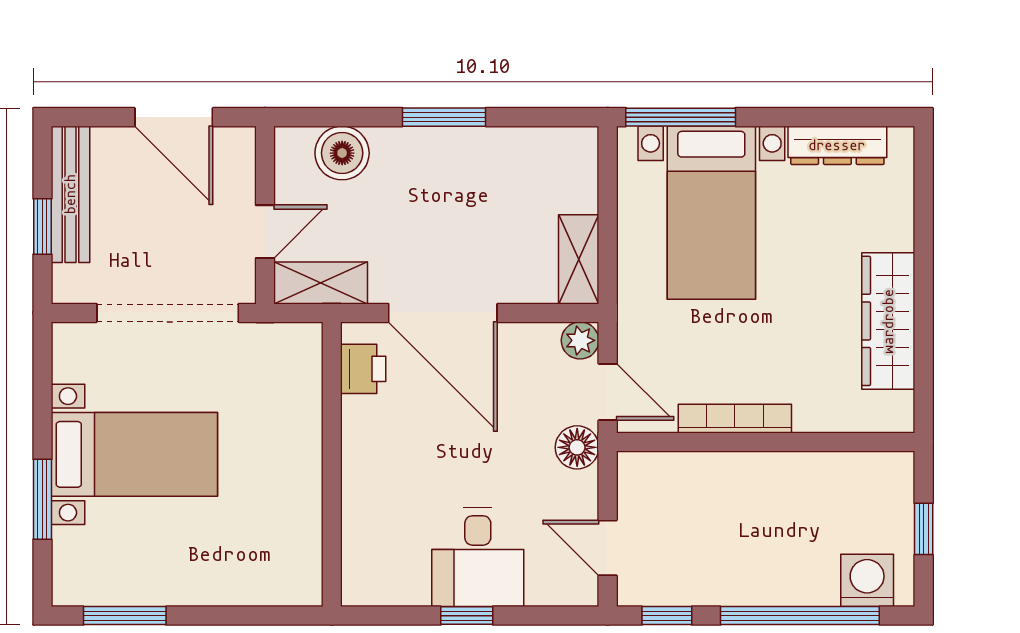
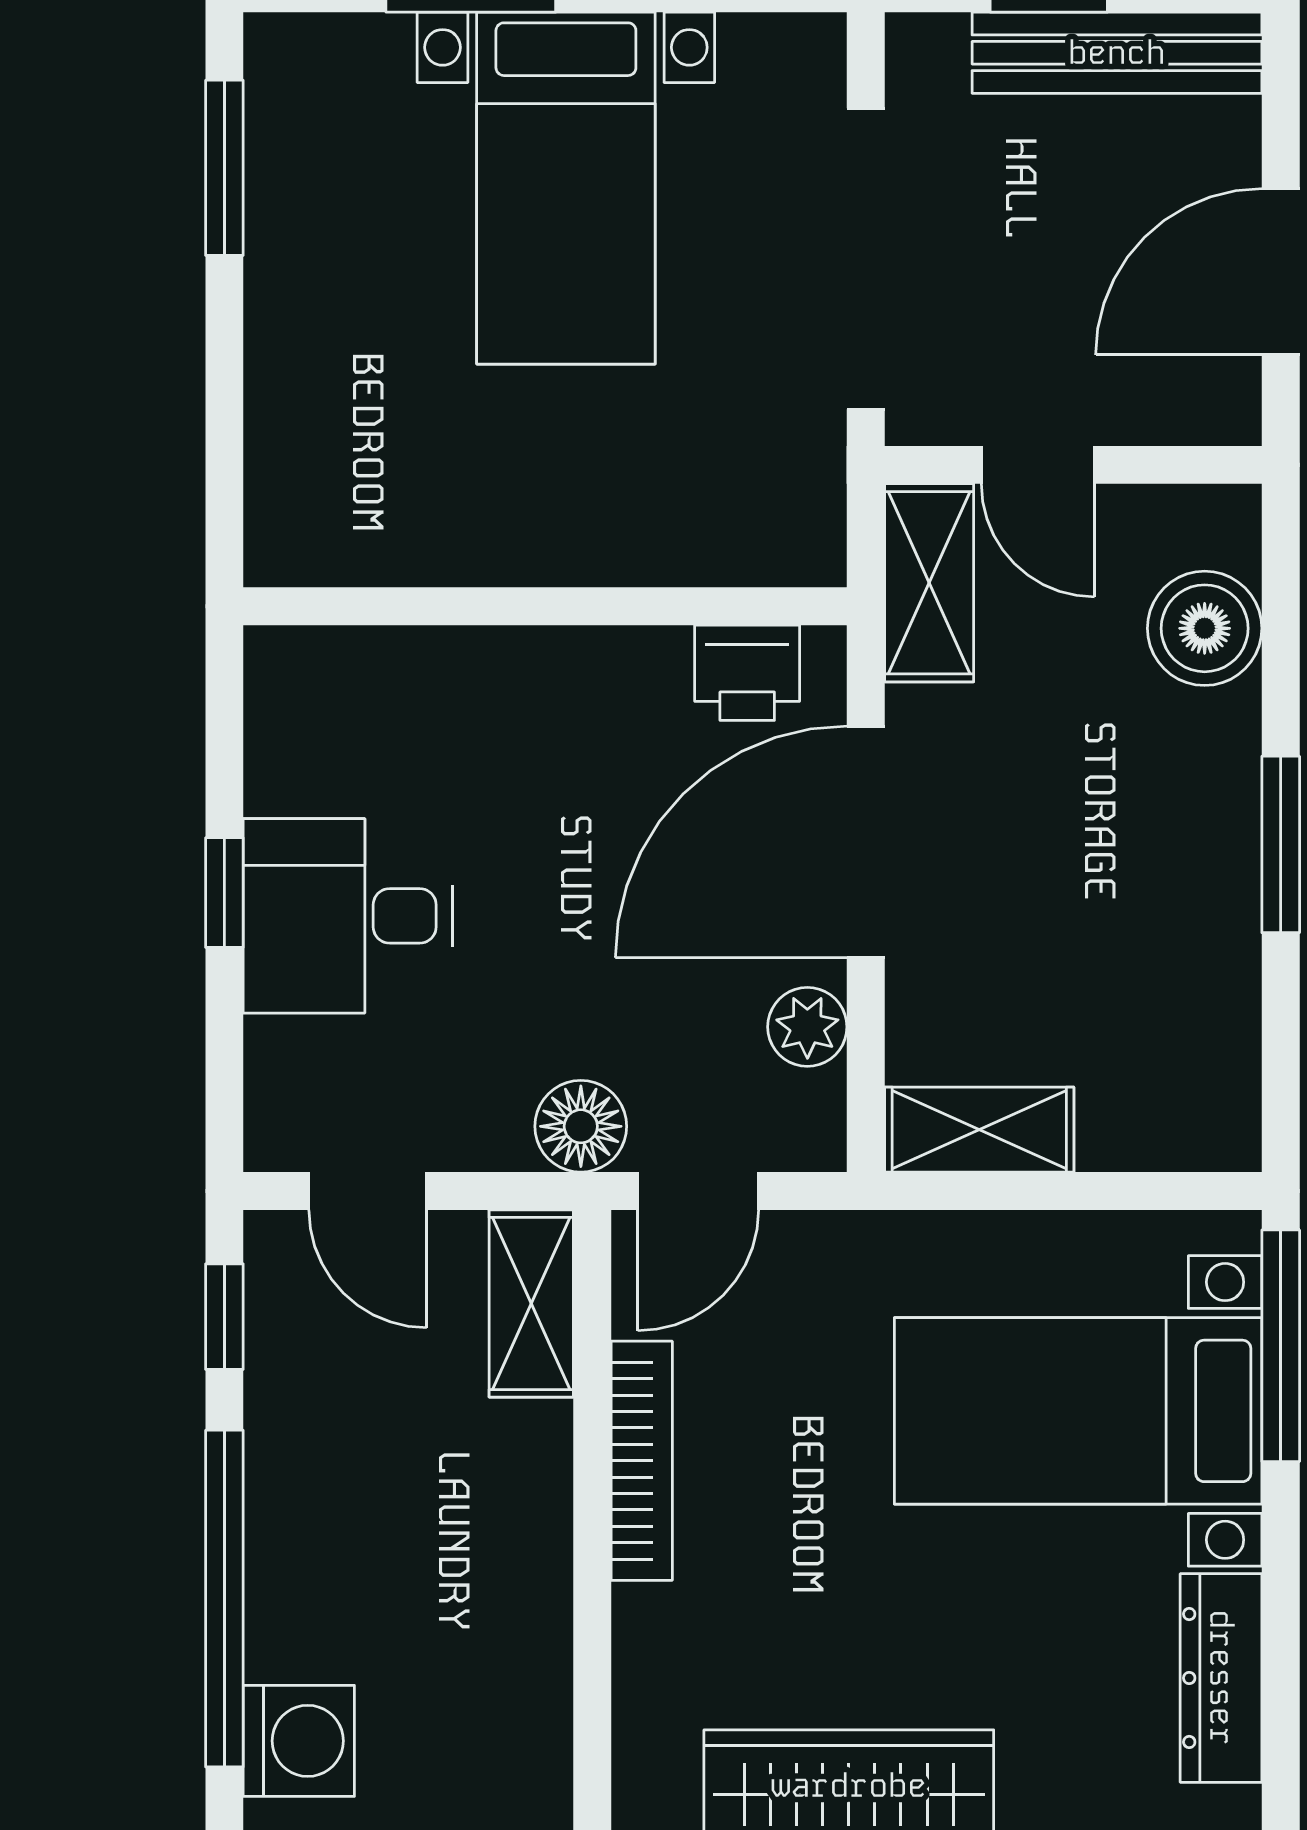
plant: (580, 340) -> (807, 1027), moved
shelving: (661, 471) -> (531, 1304), added
door: (608, 548) -> (368, 1191), swing flipped

